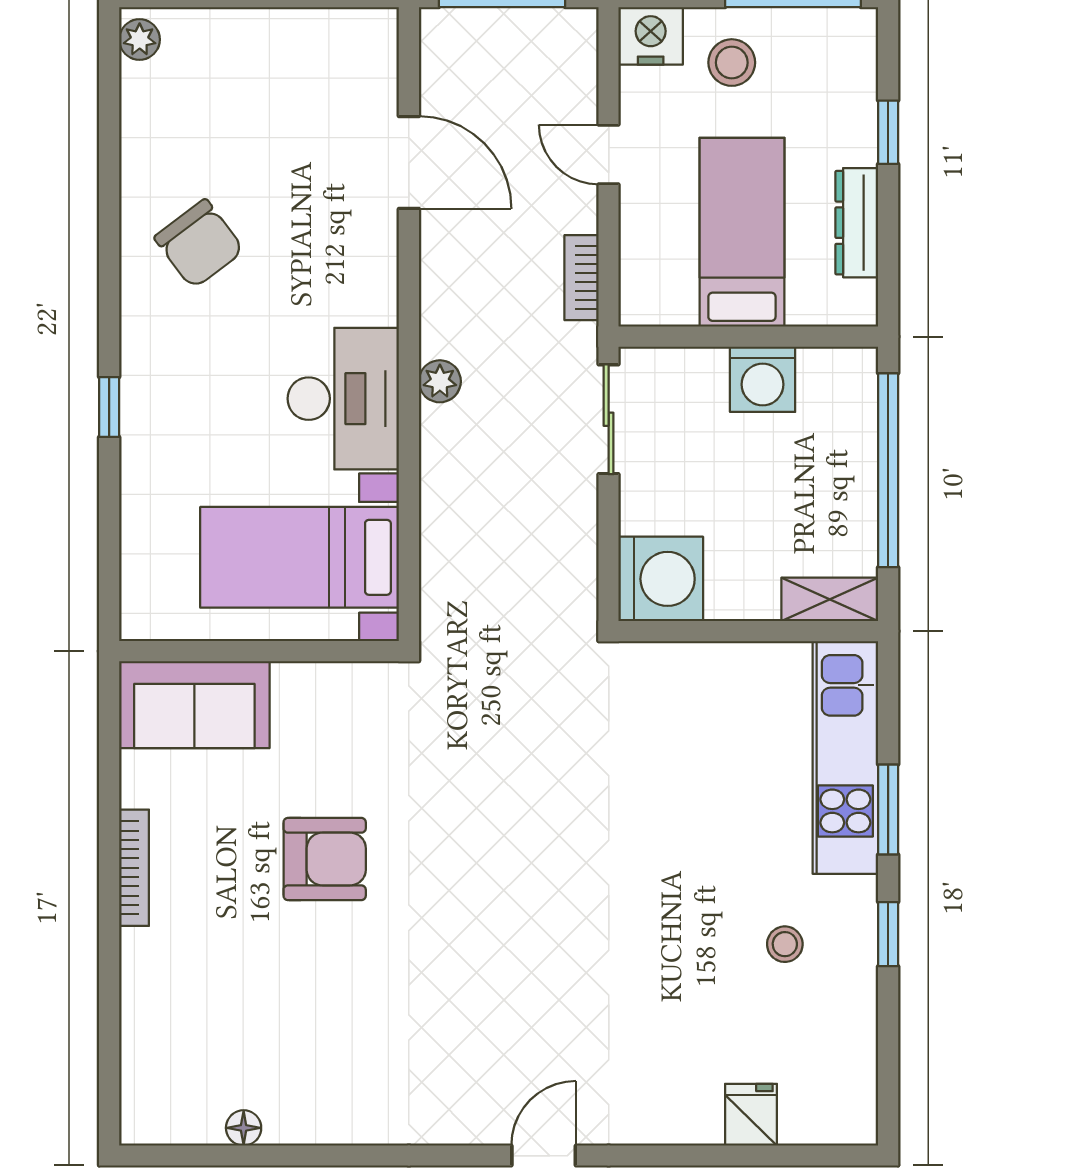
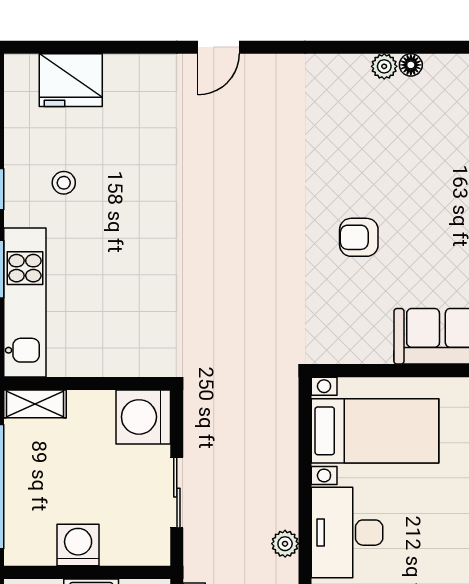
sliding door: (609, 419) -> (177, 493), moved
armchair: (325, 859) -> (359, 237), width x0.72, depth x0.72
fridge: (751, 1115) -> (71, 80), width x1.88, depth x1.34
plant: (285, 1126) -> (384, 66), added

